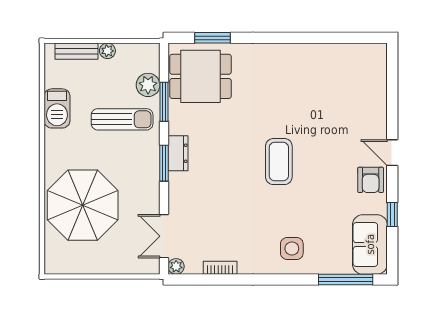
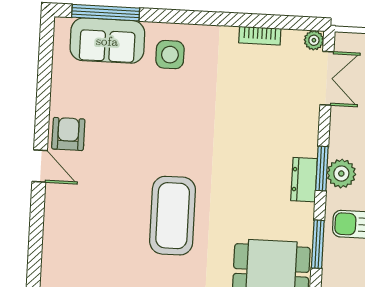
plant: (148, 85) -> (341, 174), moved
coffee table: (279, 162) -> (173, 216), moved, width x1.36, depth x1.32
window: (392, 215) -> (44, 90), removed
sofa: (370, 244) -> (107, 41), moved, turned 90

